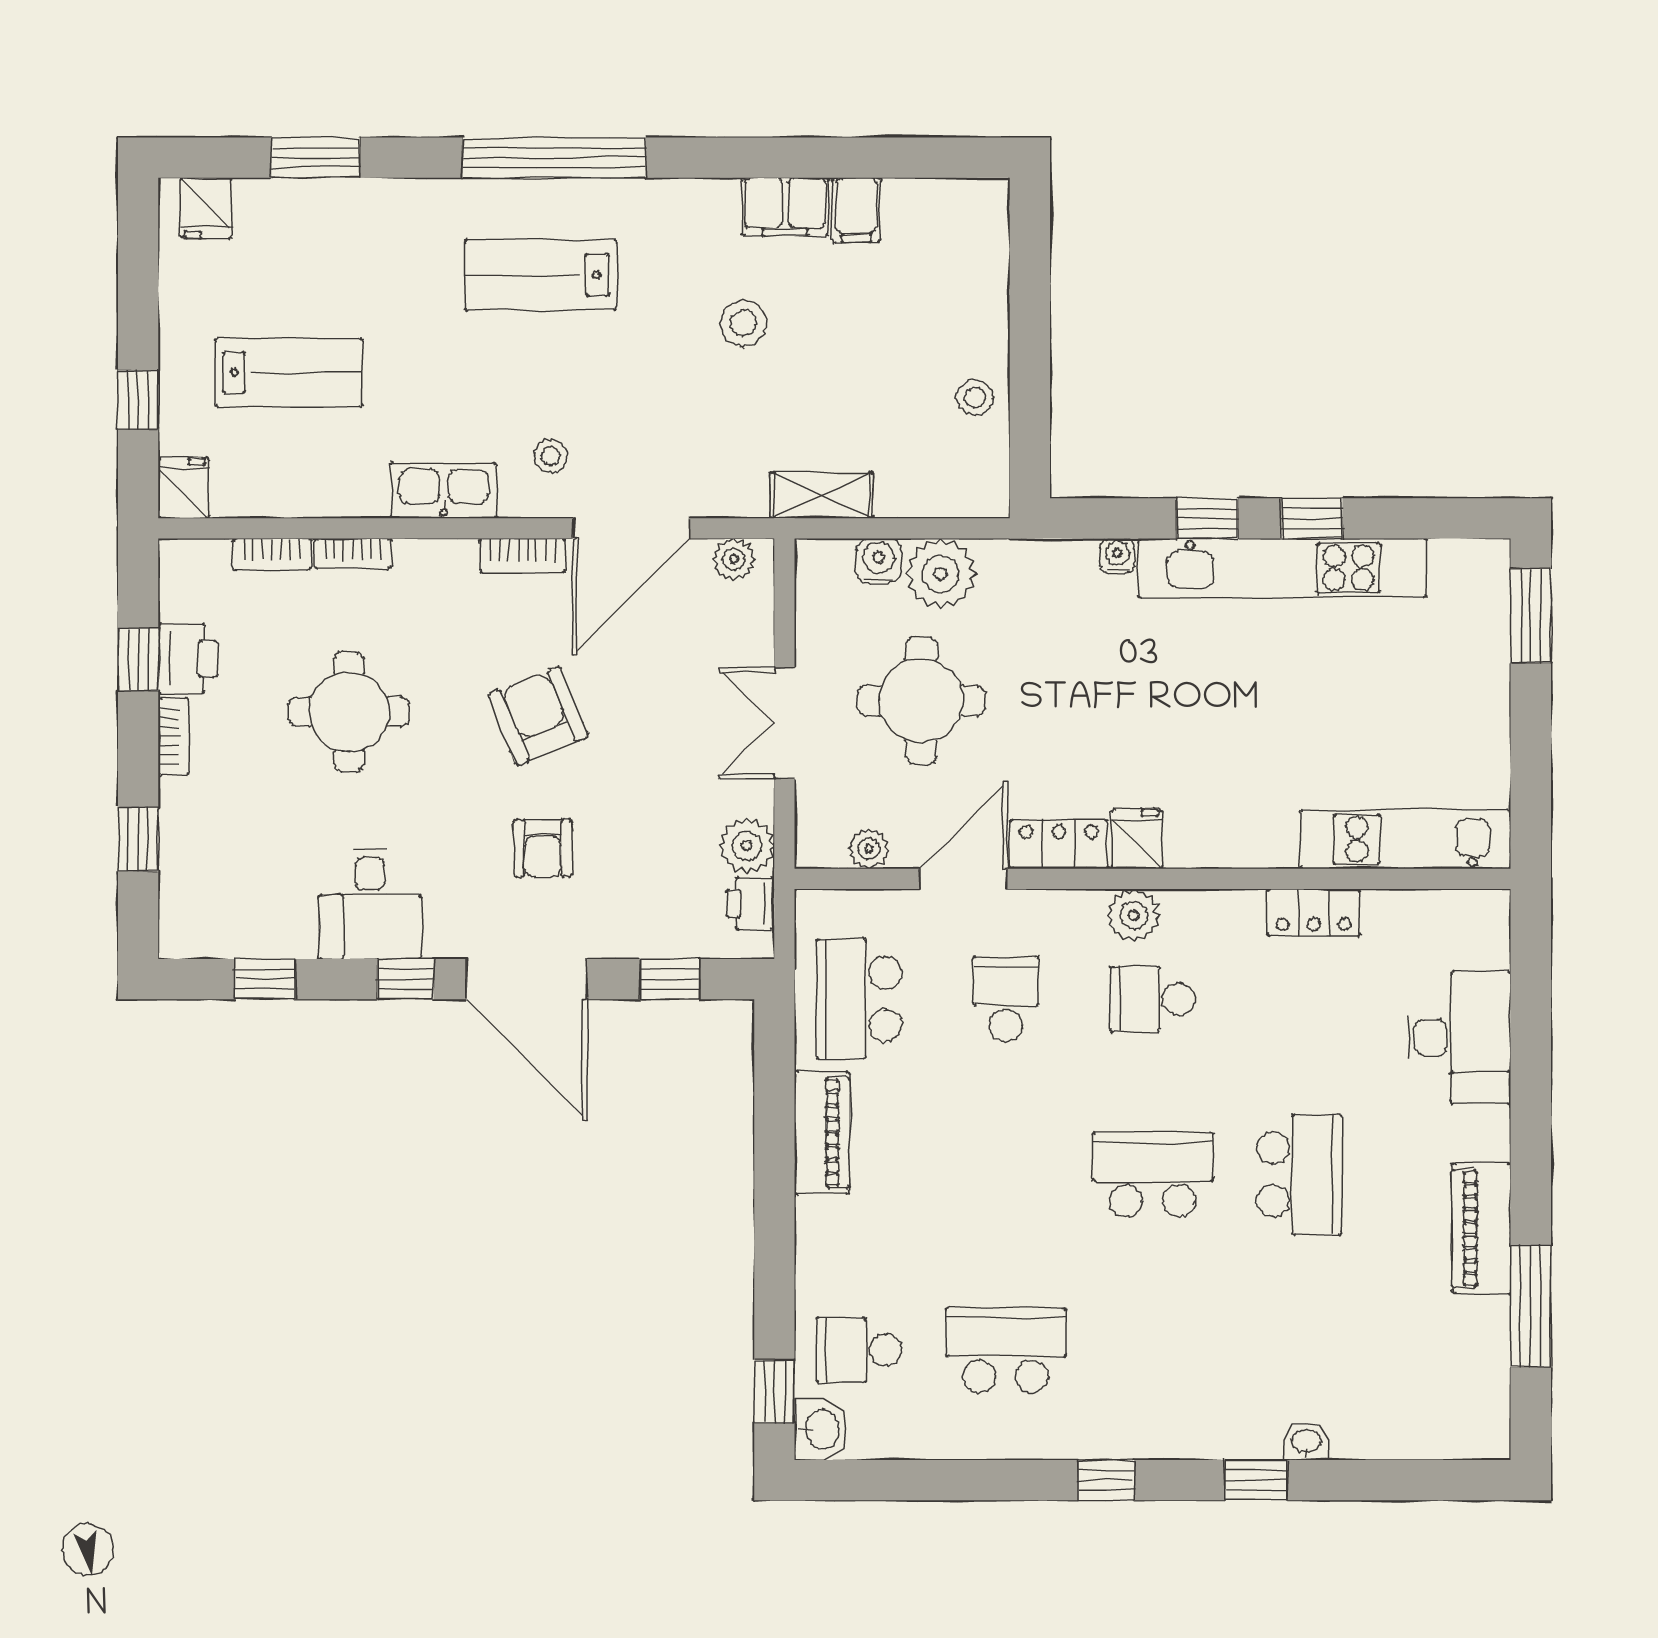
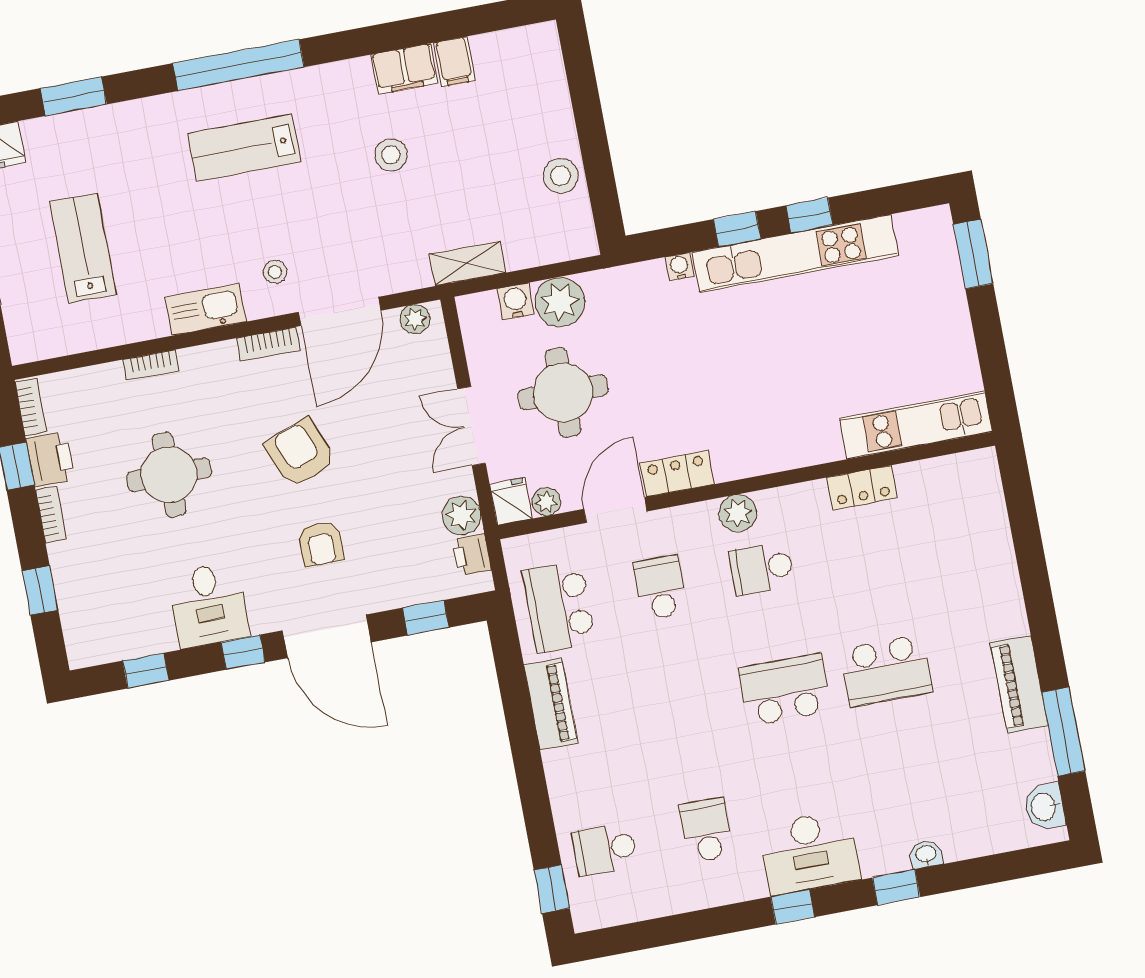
lab bench: (289, 372) -> (83, 248), turned -90
stool: (975, 397) -> (561, 176), width x1.37, depth x1.37
fridge: (184, 488) -> (26, 342), removed
bookcase: (272, 554) -> (31, 407), moved, turned -90
fridge: (1137, 839) -> (511, 501), moved
desk: (1459, 1037) -> (809, 852), moved, turned 90
school desk: (1299, 1175) -> (886, 671), turned 90
school desk: (1006, 1350) -> (706, 830), width x0.54
washbasin: (821, 1429) -> (1044, 807), moved, turned 180

